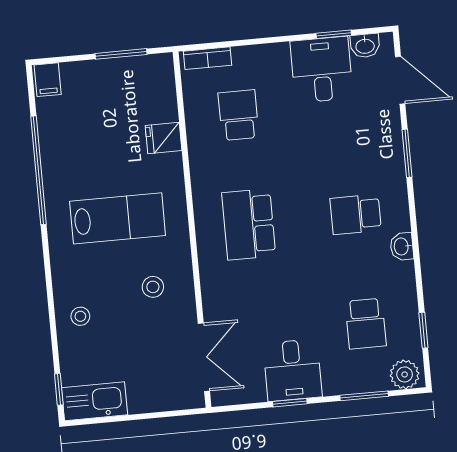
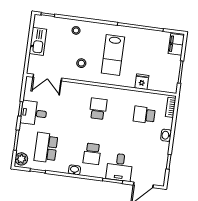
washbasin: (365, 46) -> (166, 135), moved
desk: (322, 70) -> (119, 167), moved, turned 90
filing cabinet: (48, 80) -> (176, 44), width x2.00
school desk: (239, 115) -> (144, 115), turned 180
school desk: (356, 214) -> (92, 154), turned 180
school desk: (249, 224) -> (98, 109), width x0.54
school desk: (366, 324) -> (46, 148), width x1.85
kitchen sink: (95, 401) -> (38, 41), moved

